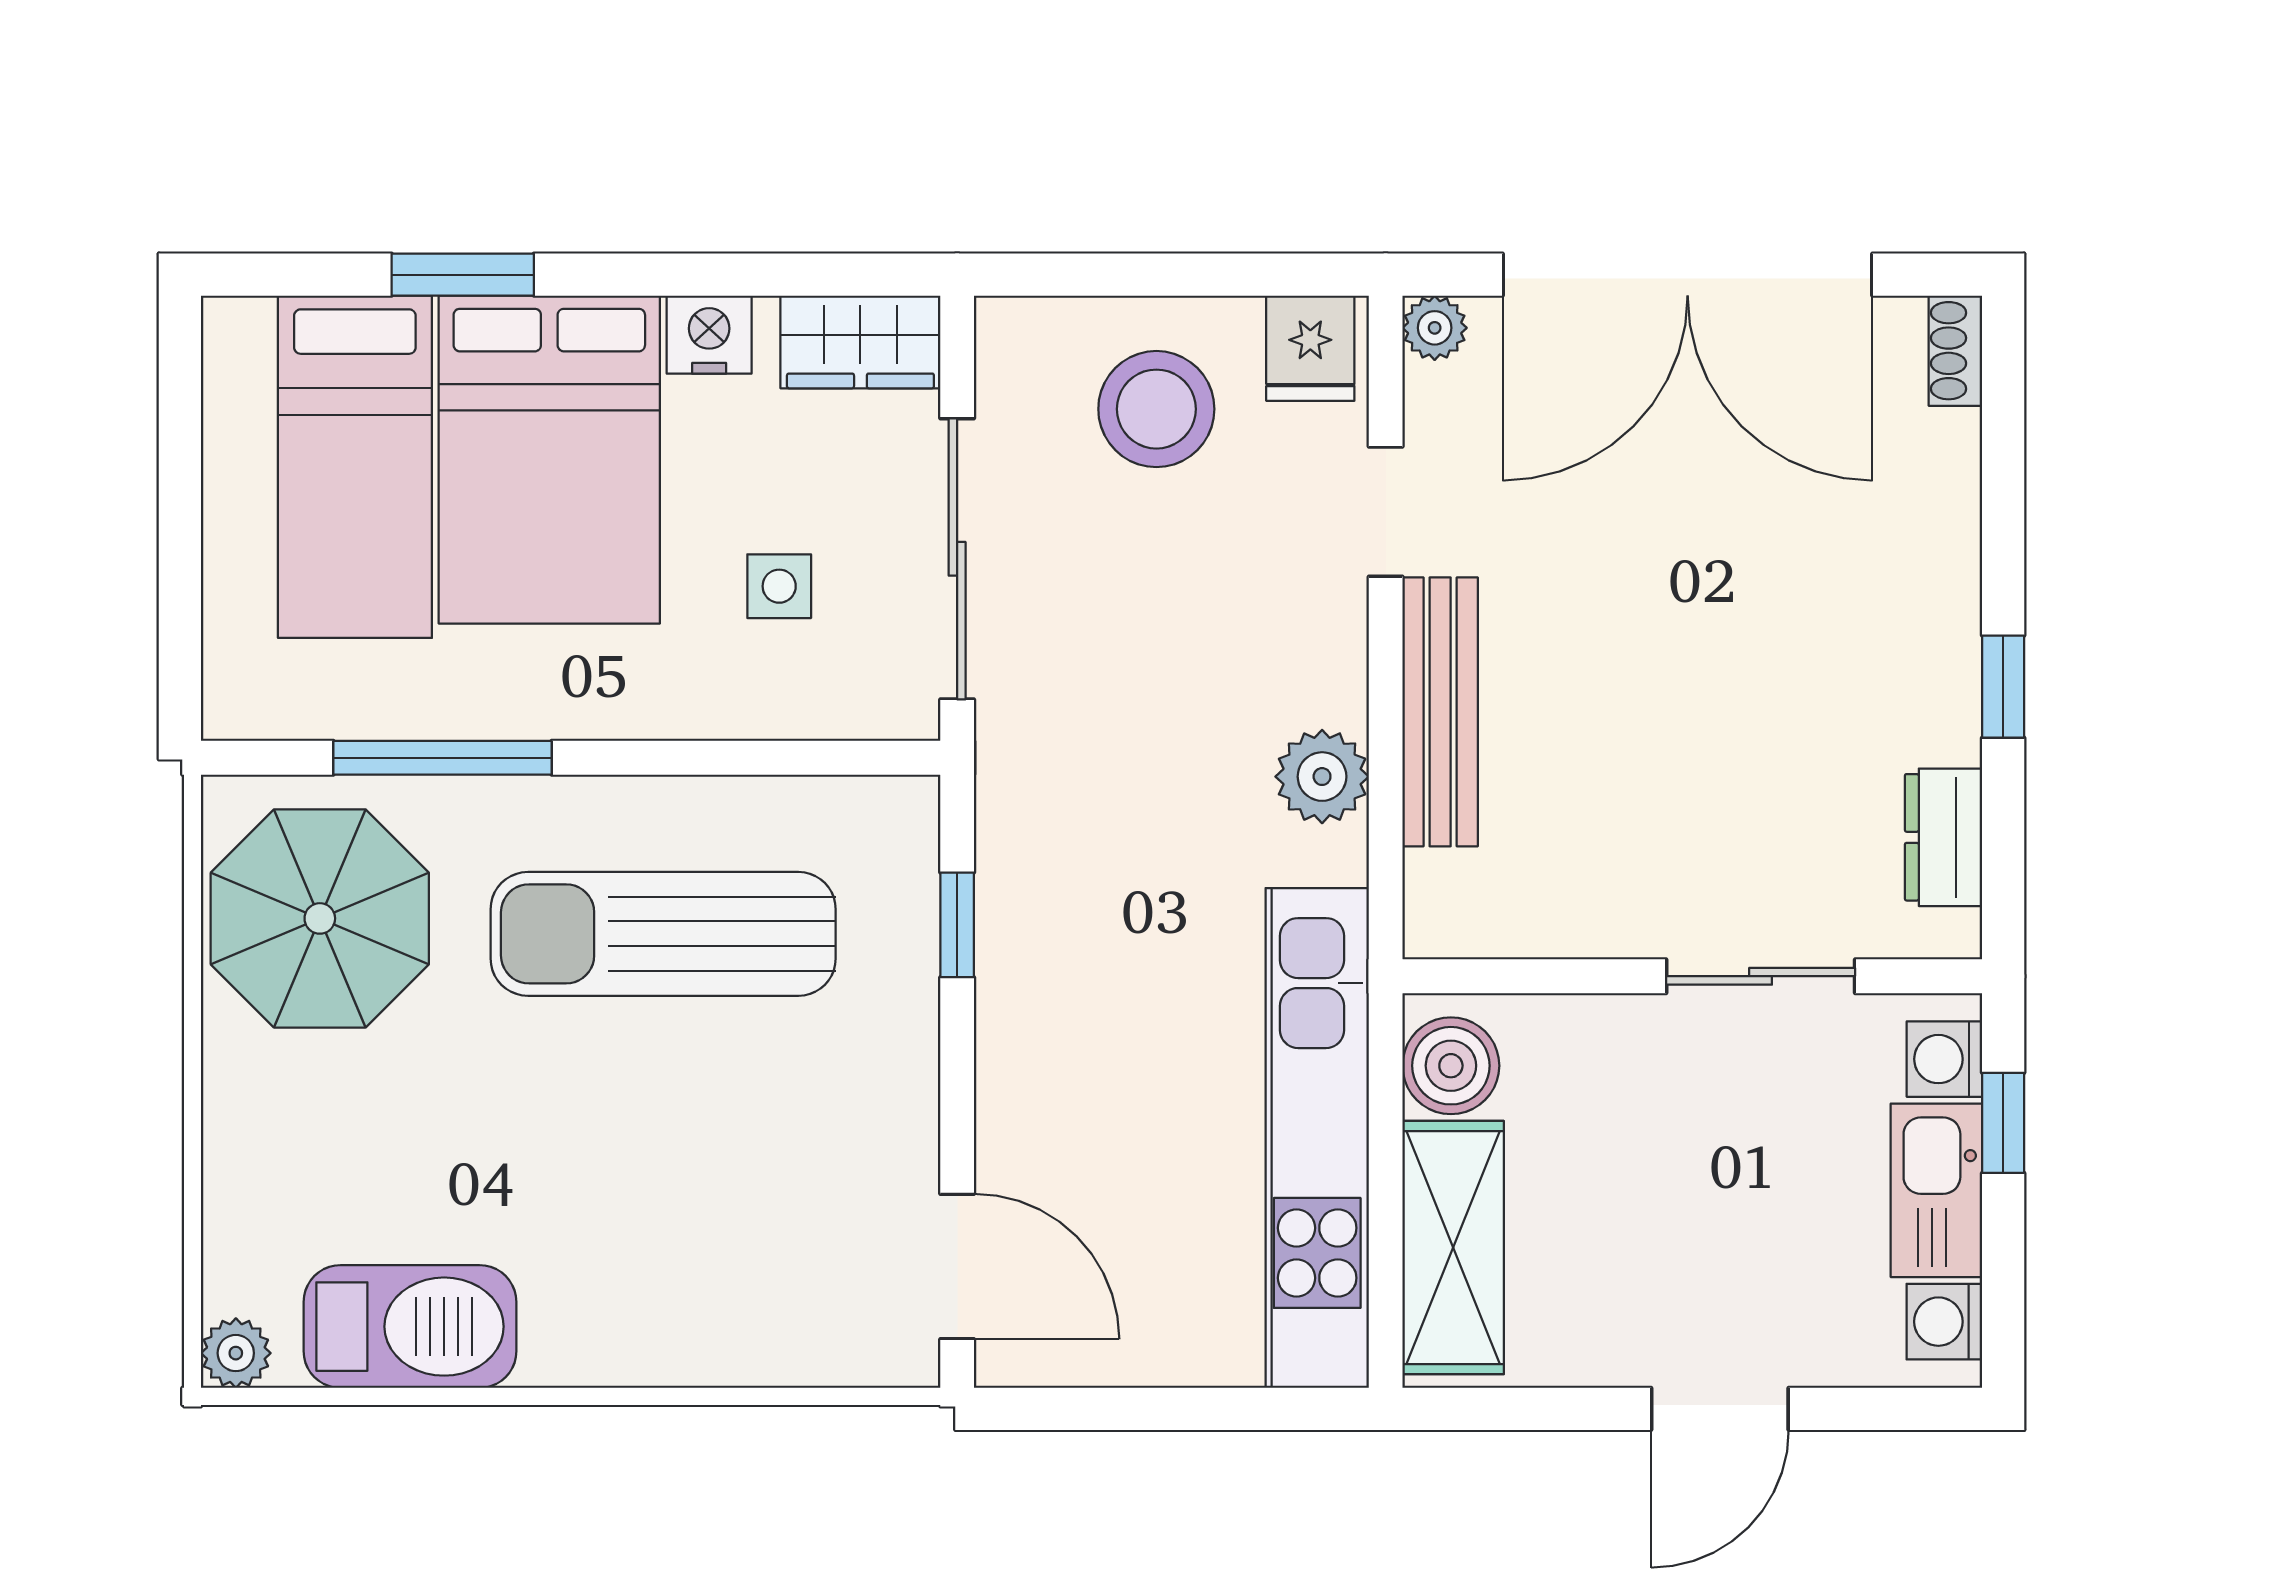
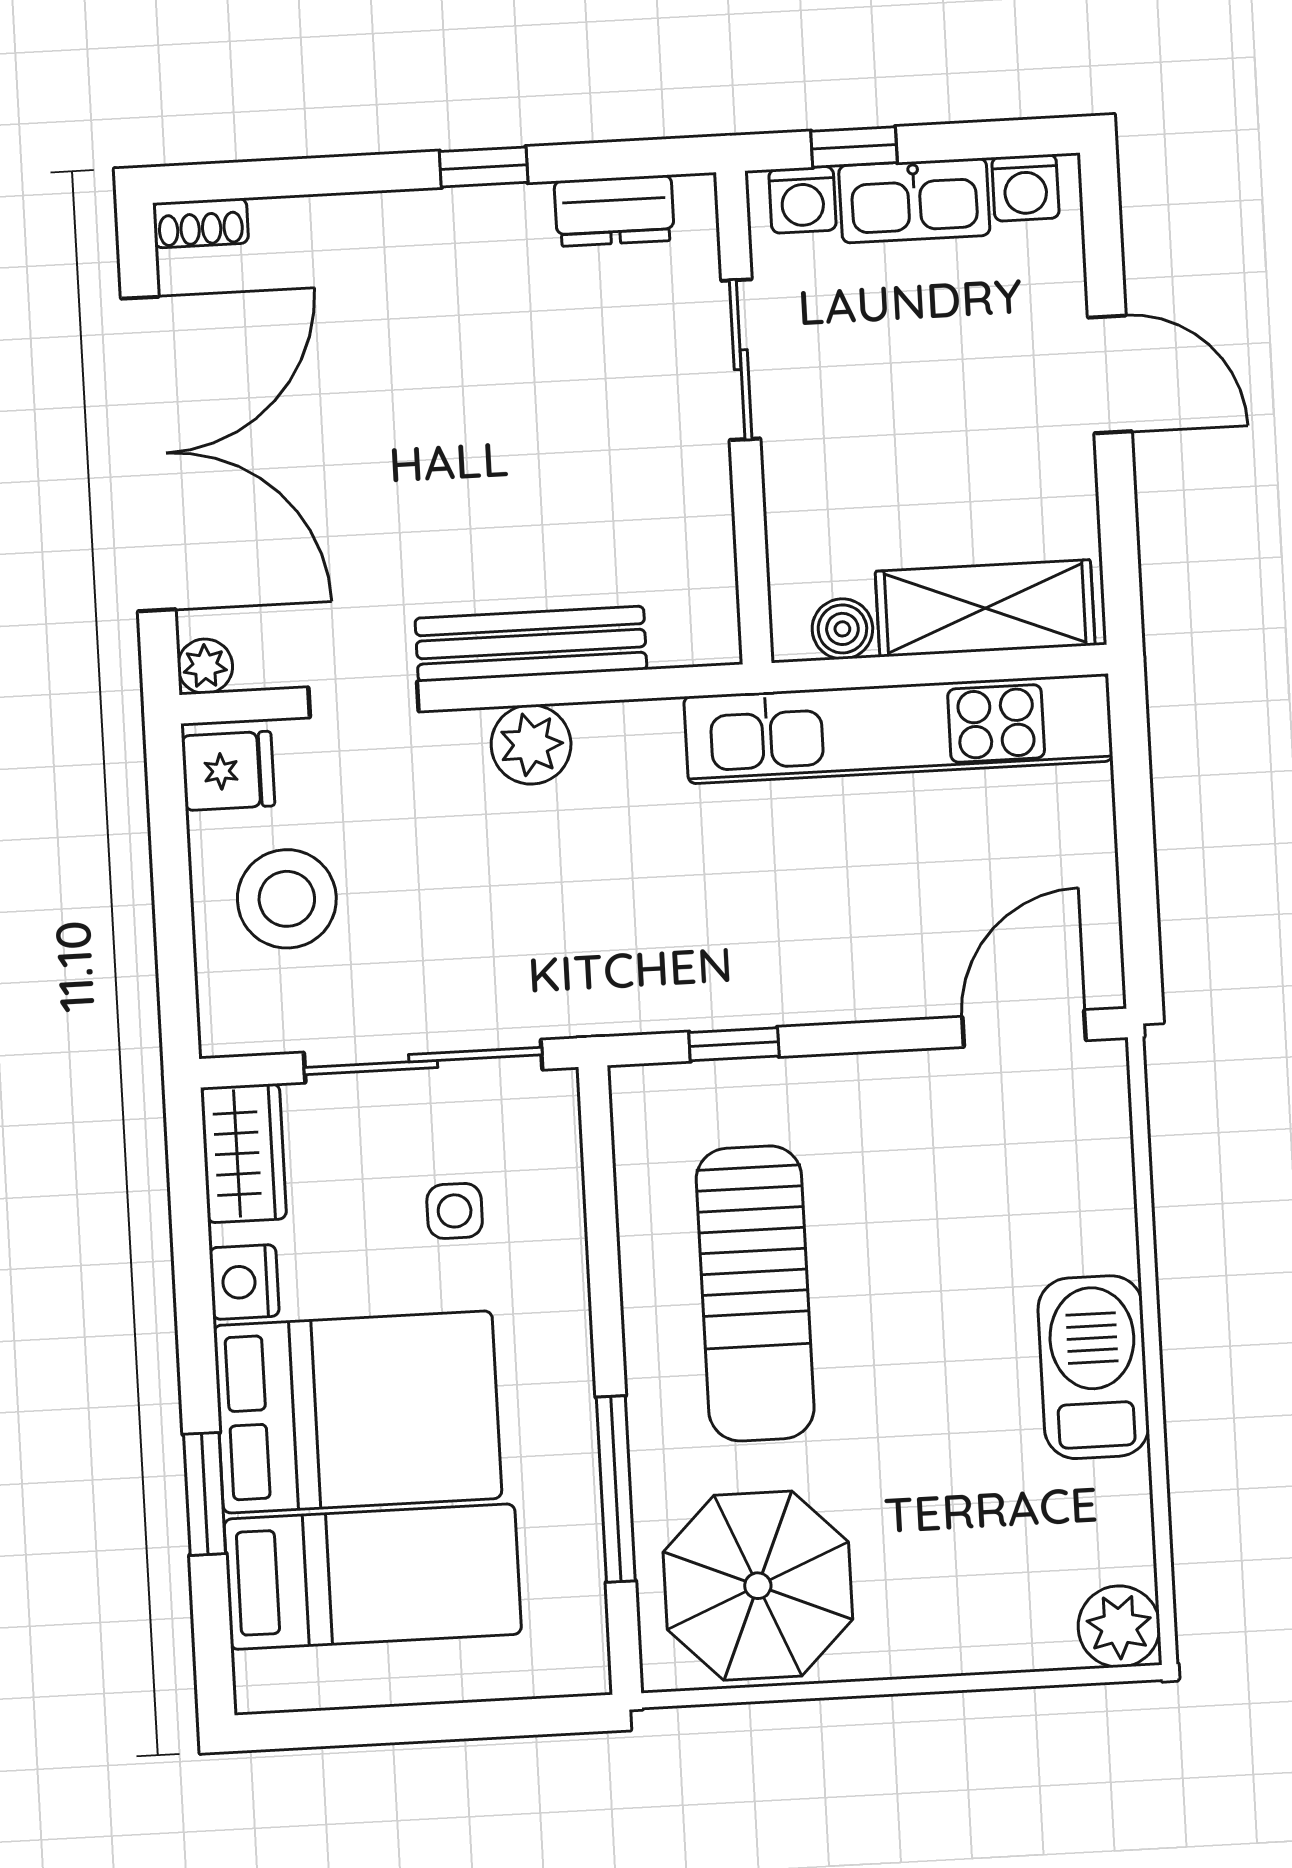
plant: (1322, 777) -> (531, 744), moved
boiler: (1451, 1066) -> (842, 629), width x0.73, depth x0.73
barbecue: (410, 1327) -> (1094, 1367), moved
plant: (236, 1353) -> (1119, 1627), width x1.38, depth x1.38

